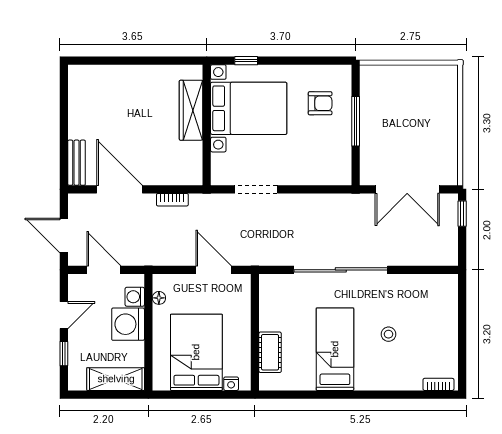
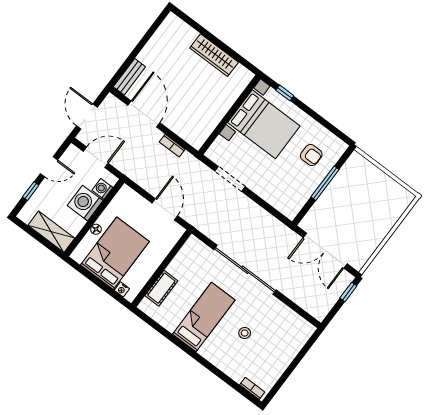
wardrobe: (191, 110) -> (214, 55), moved, turned -90
door: (104, 270) -> (96, 157), hinge flipped
floor lamp: (159, 298) -> (96, 229), moved

